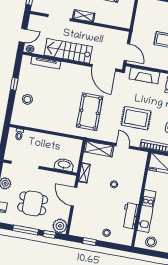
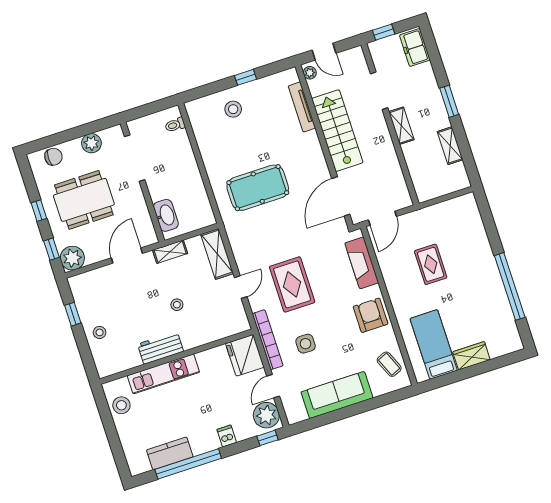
pool table: (90, 112) -> (258, 188), moved
dining table: (33, 203) -> (84, 200), width x1.38
workbench: (130, 216) -> (161, 348), moved
window: (26, 230) -> (39, 211), width x0.46

